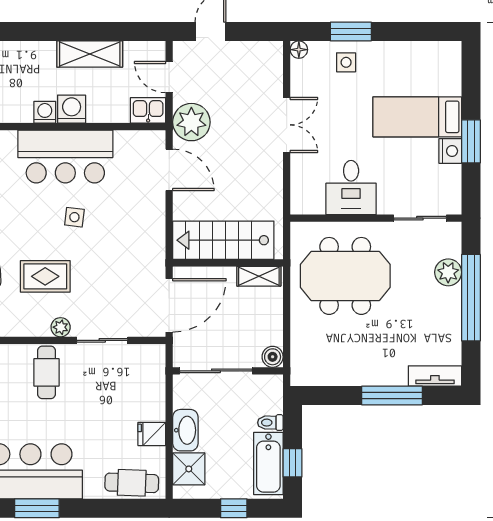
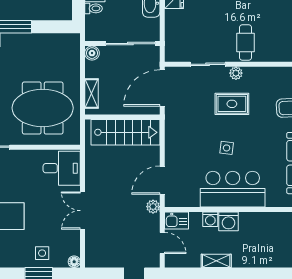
shelving: (90, 54) -> (216, 261), width x0.67, depth x0.75
washing machine: (45, 112) -> (210, 219), moved
plant: (191, 122) -> (153, 207), width x0.53, depth x0.53
door: (169, 170) -> (162, 180), hinge flipped
desk: (351, 188) -> (62, 168), moved, turned 90
rug: (45, 276) -> (232, 104), moved
shelving: (259, 276) -> (92, 93), moved, turned 90

